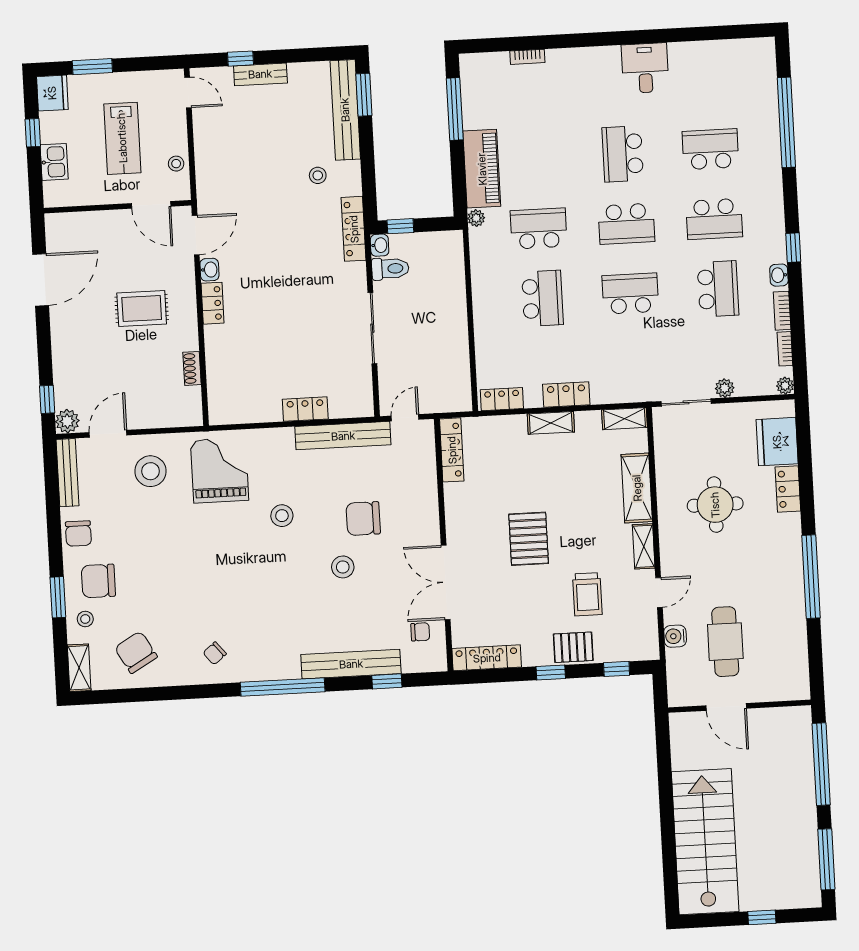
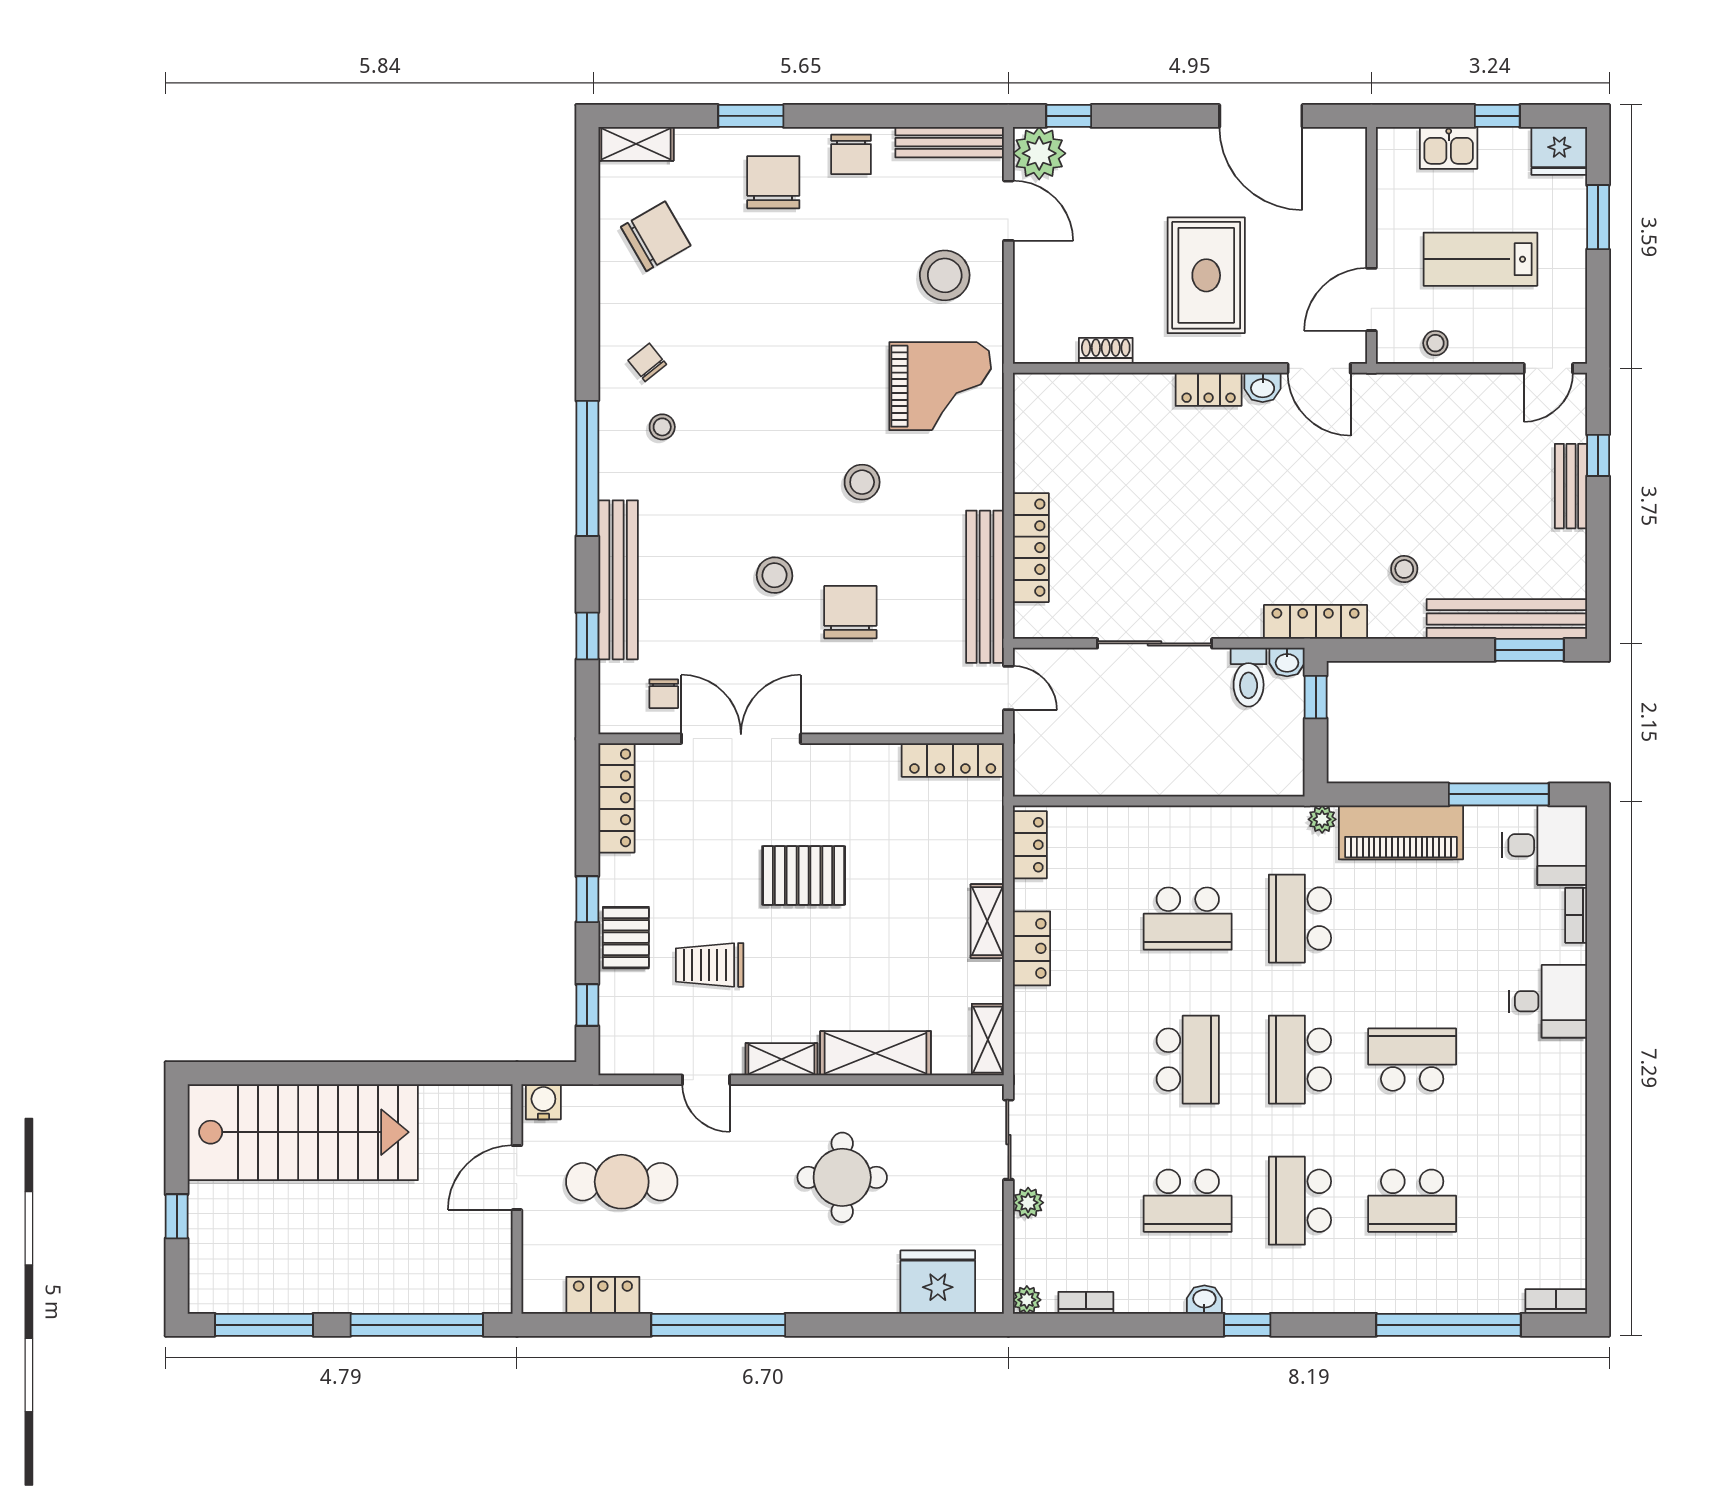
desk: (645, 68) -> (1548, 1001), moved
desk: (485, 79) -> (1544, 845), added
school desk: (710, 149) -> (1412, 1201), turned 90
school desk: (539, 228) -> (1300, 919), turned 180
rug: (142, 308) -> (1206, 275), width x1.36, depth x1.43
bookcase: (782, 311) -> (1556, 1301), moved
locker: (305, 409) -> (1031, 548), width x1.53
plant: (67, 421) -> (1039, 153), width x1.36, depth x1.36
locker: (788, 489) -> (603, 1295), moved
chair: (78, 534) -> (851, 154), turned -90
stool: (85, 619) -> (662, 427), moved
water cooler: (675, 636) -> (543, 1102), moved

